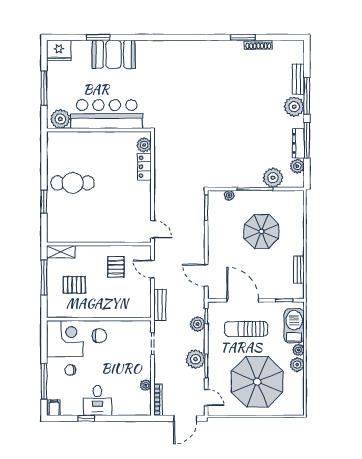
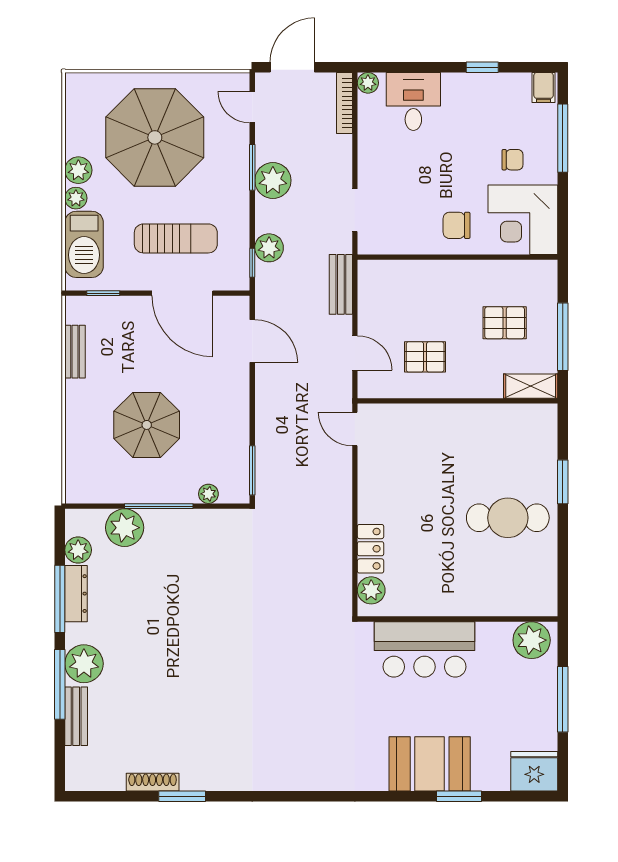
bar counter: (107, 114) -> (424, 649), width x0.73
pallet: (116, 267) -> (425, 357), turned 90
plant: (146, 385) -> (368, 83), moved
desk: (97, 400) -> (413, 101), moved

